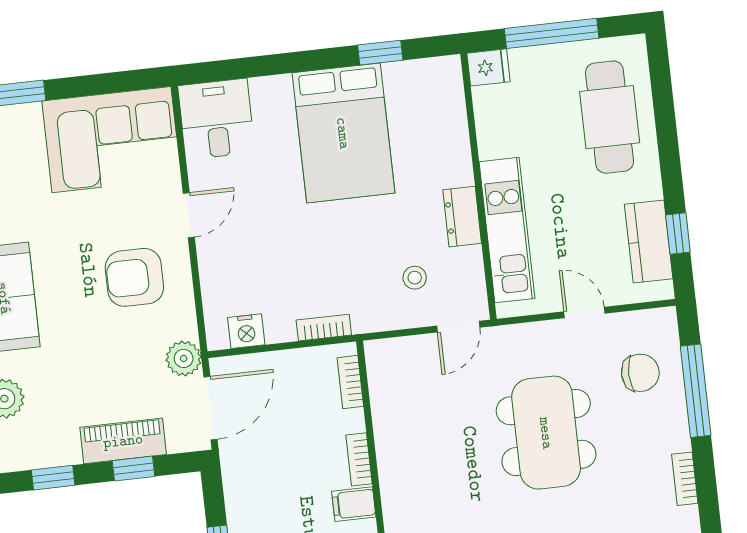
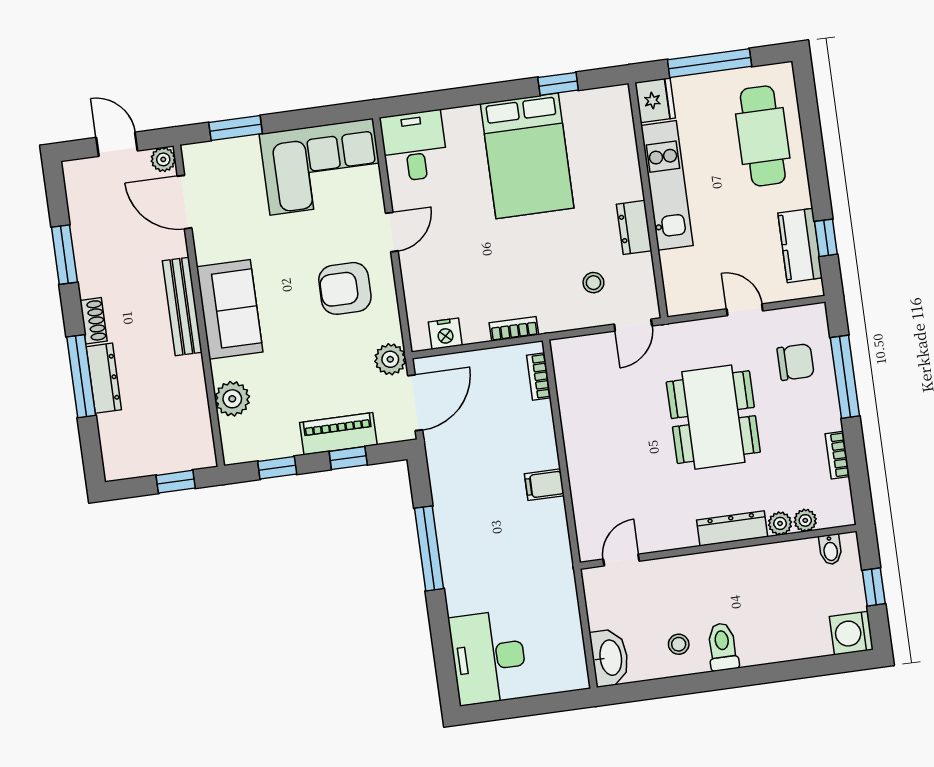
fridge: (489, 67) -> (655, 100), width x1.38
kitchen unit: (507, 230) -> (667, 185), moved
bookcase: (359, 459) -> (548, 445), removed

